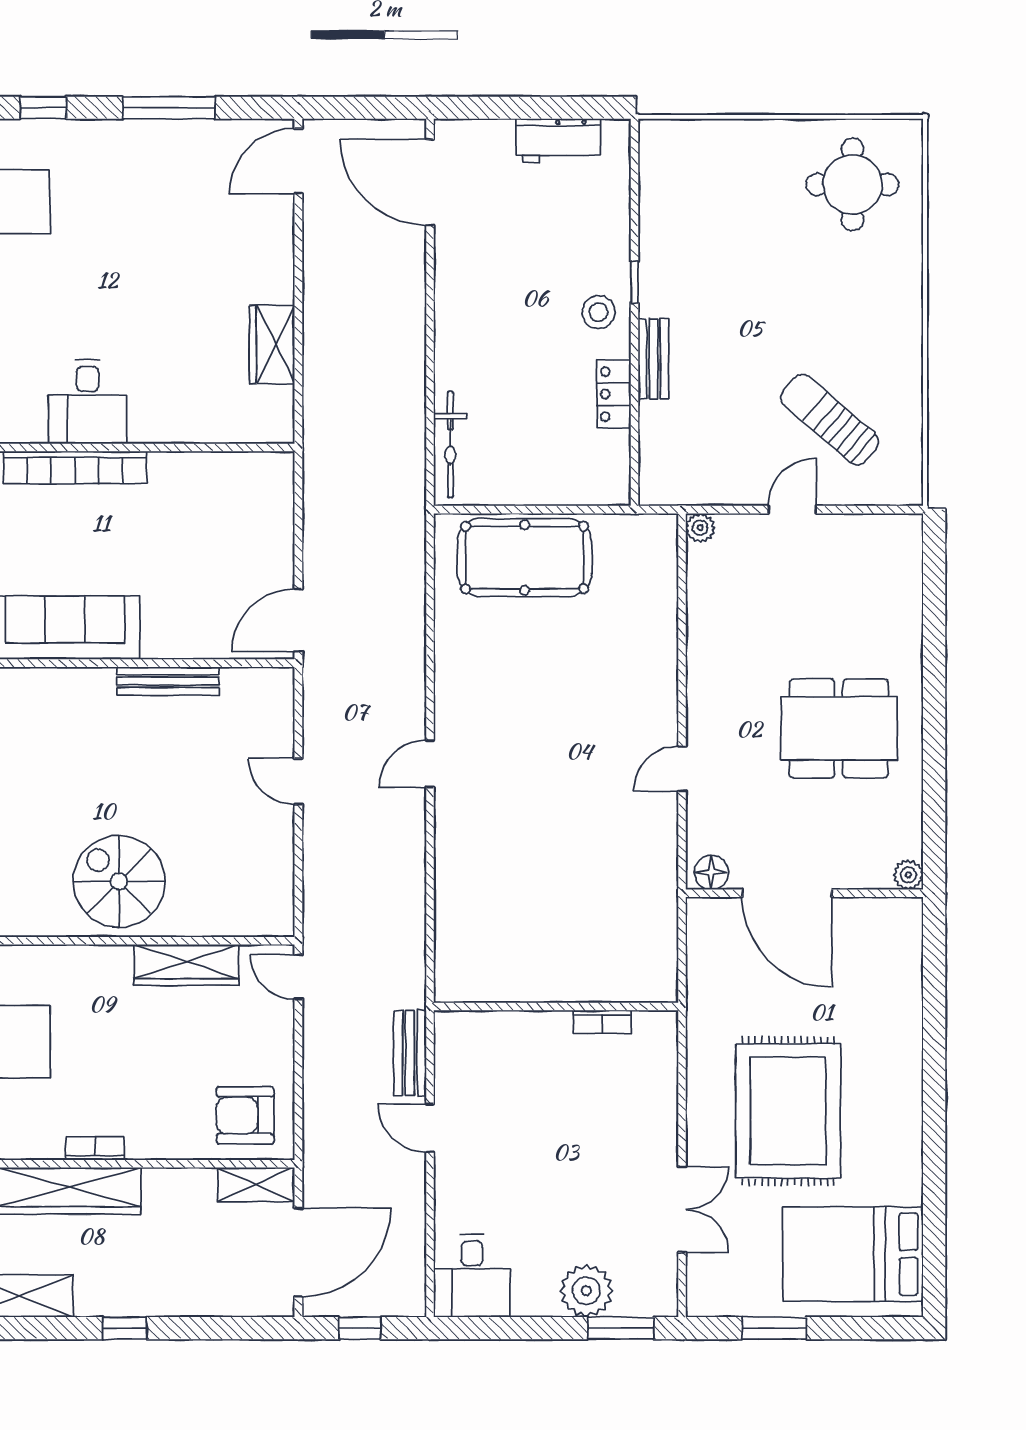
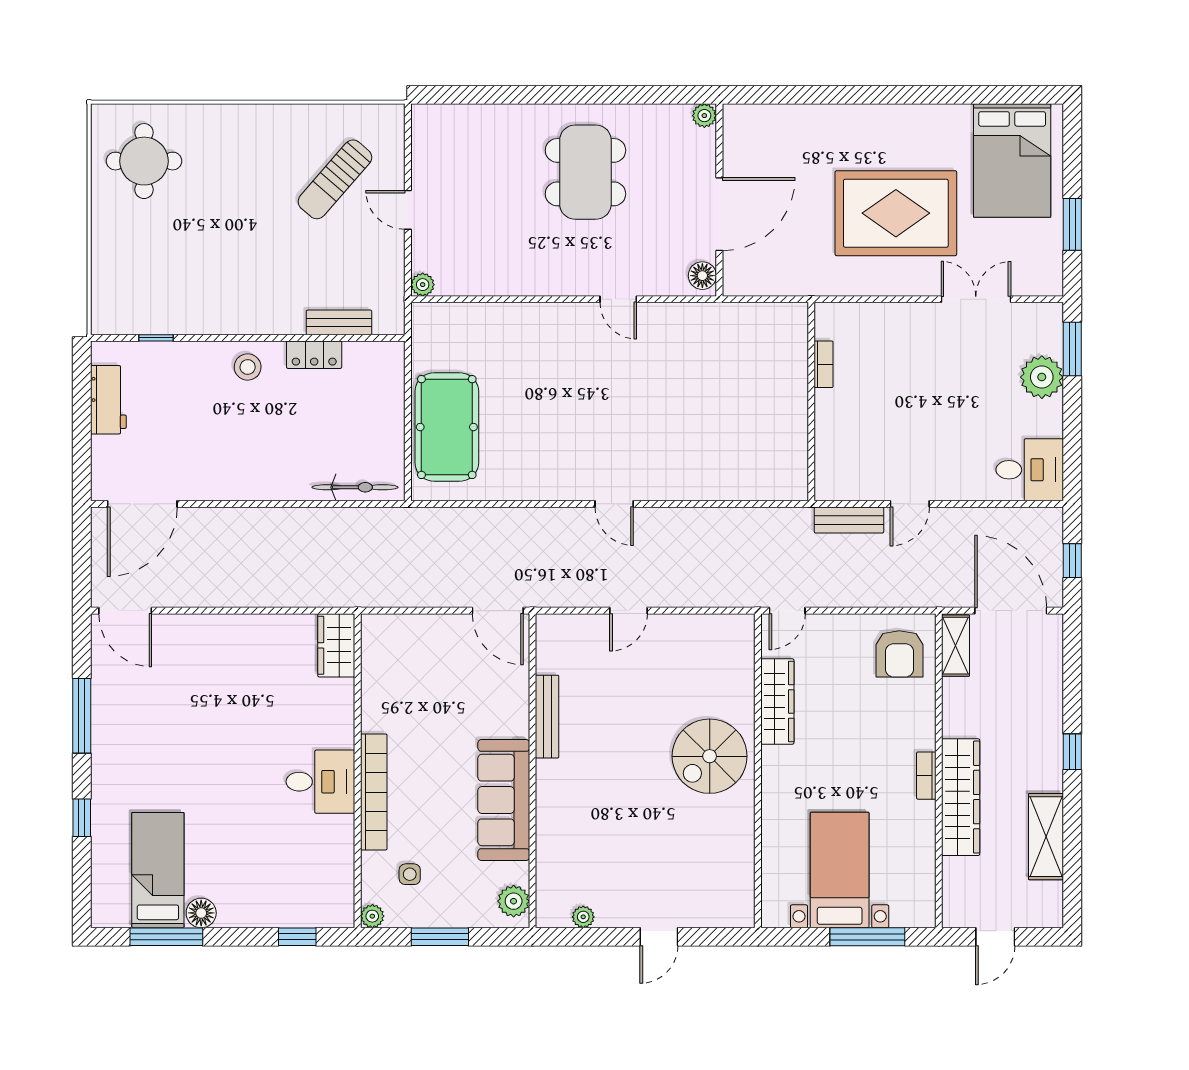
window: (635, 282) -> (156, 338), moved
wardrobe: (272, 344) -> (336, 645), moved, turned 90
bench: (654, 359) -> (339, 322), moved

